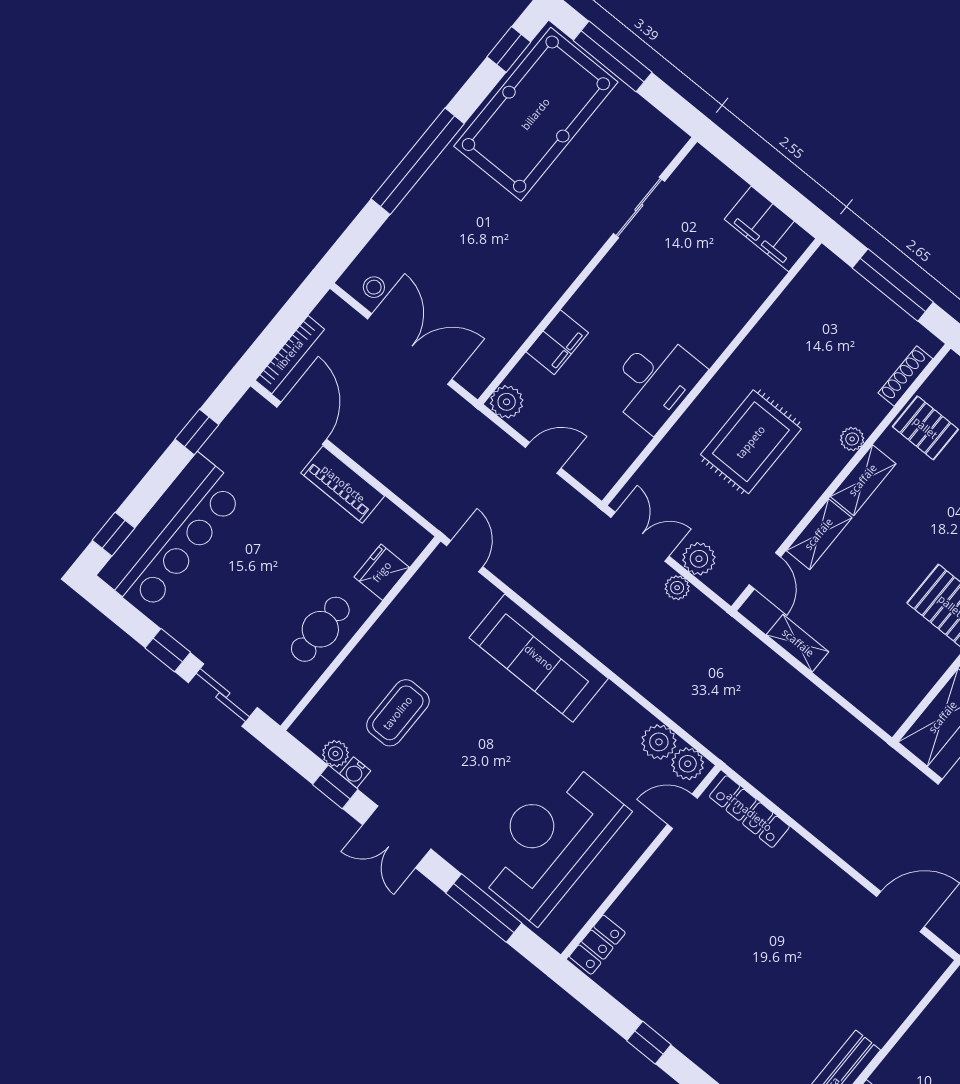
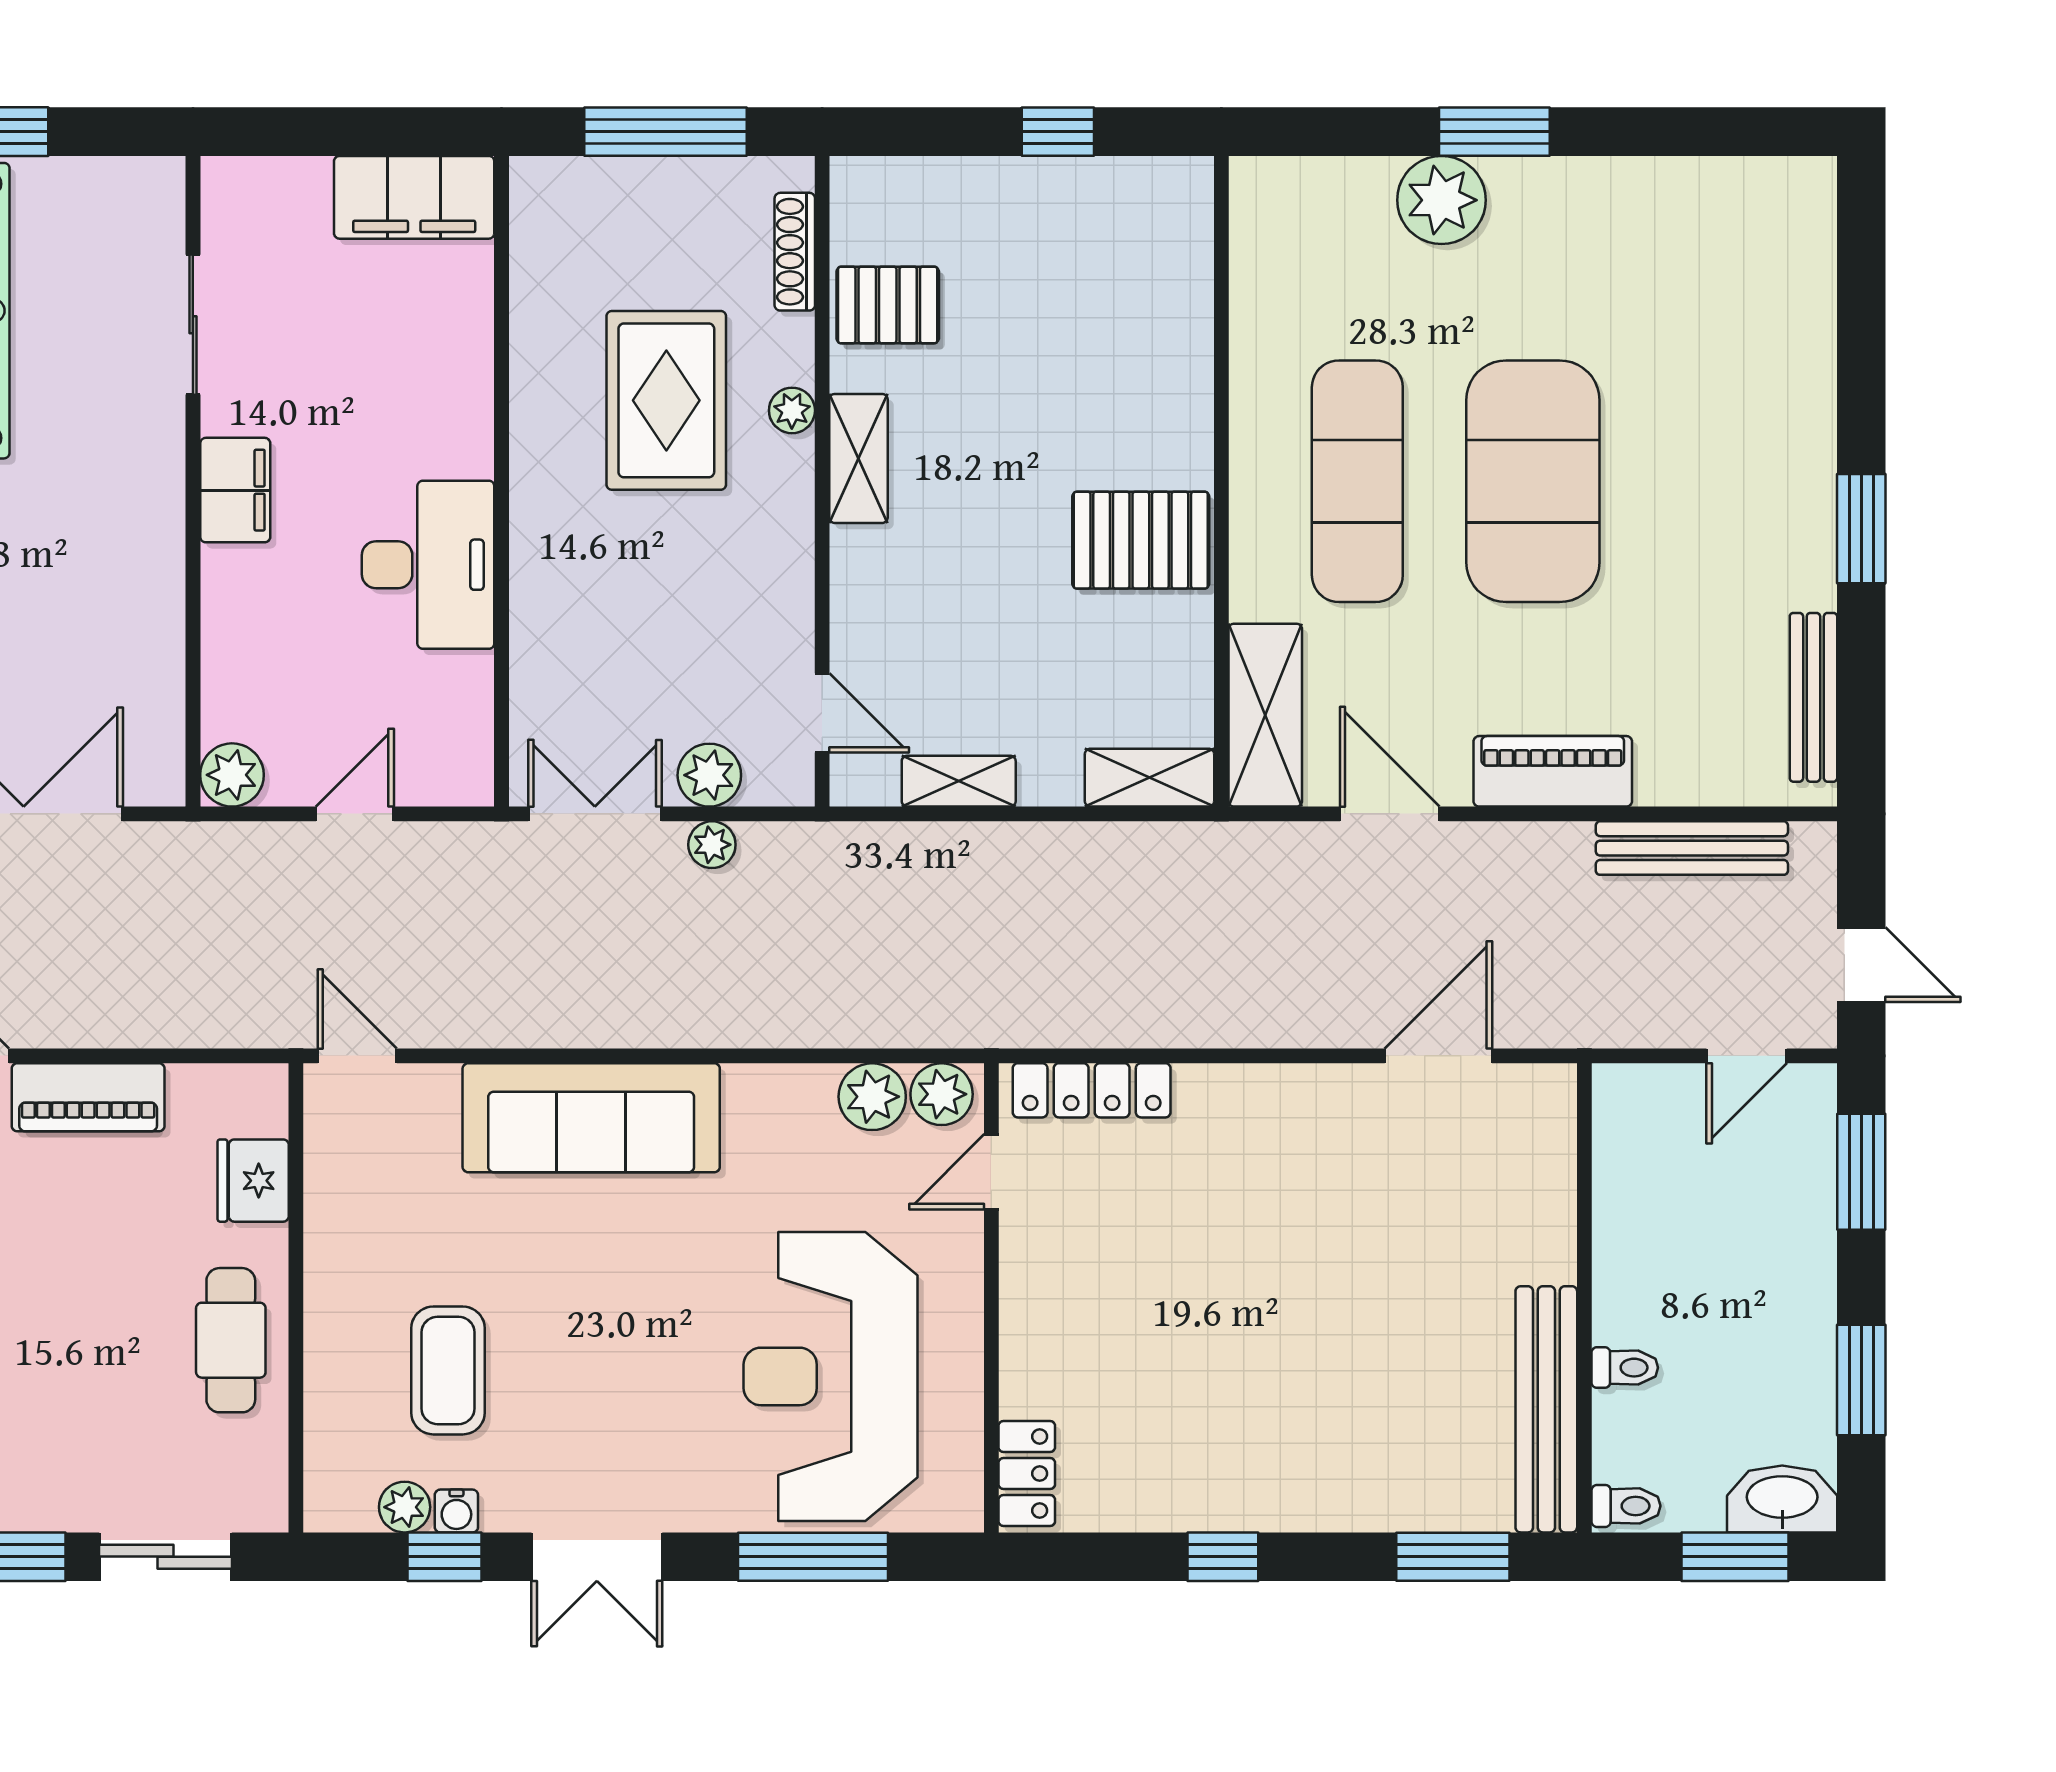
filing cabinet: (557, 342) -> (235, 490), moved
rug: (751, 442) -> (666, 400), moved
shelving: (819, 534) -> (1150, 778), moved, turned 90

